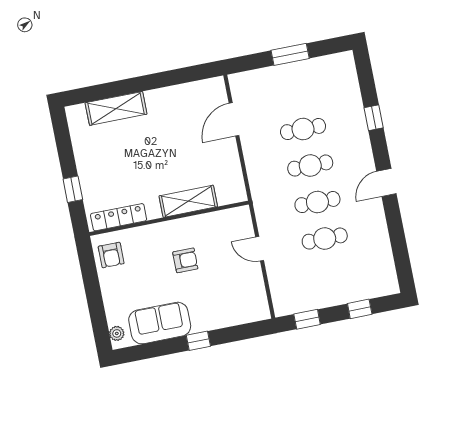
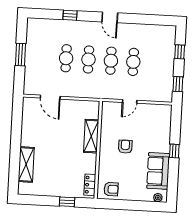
locker: (119, 217) -> (90, 185), width x0.66

